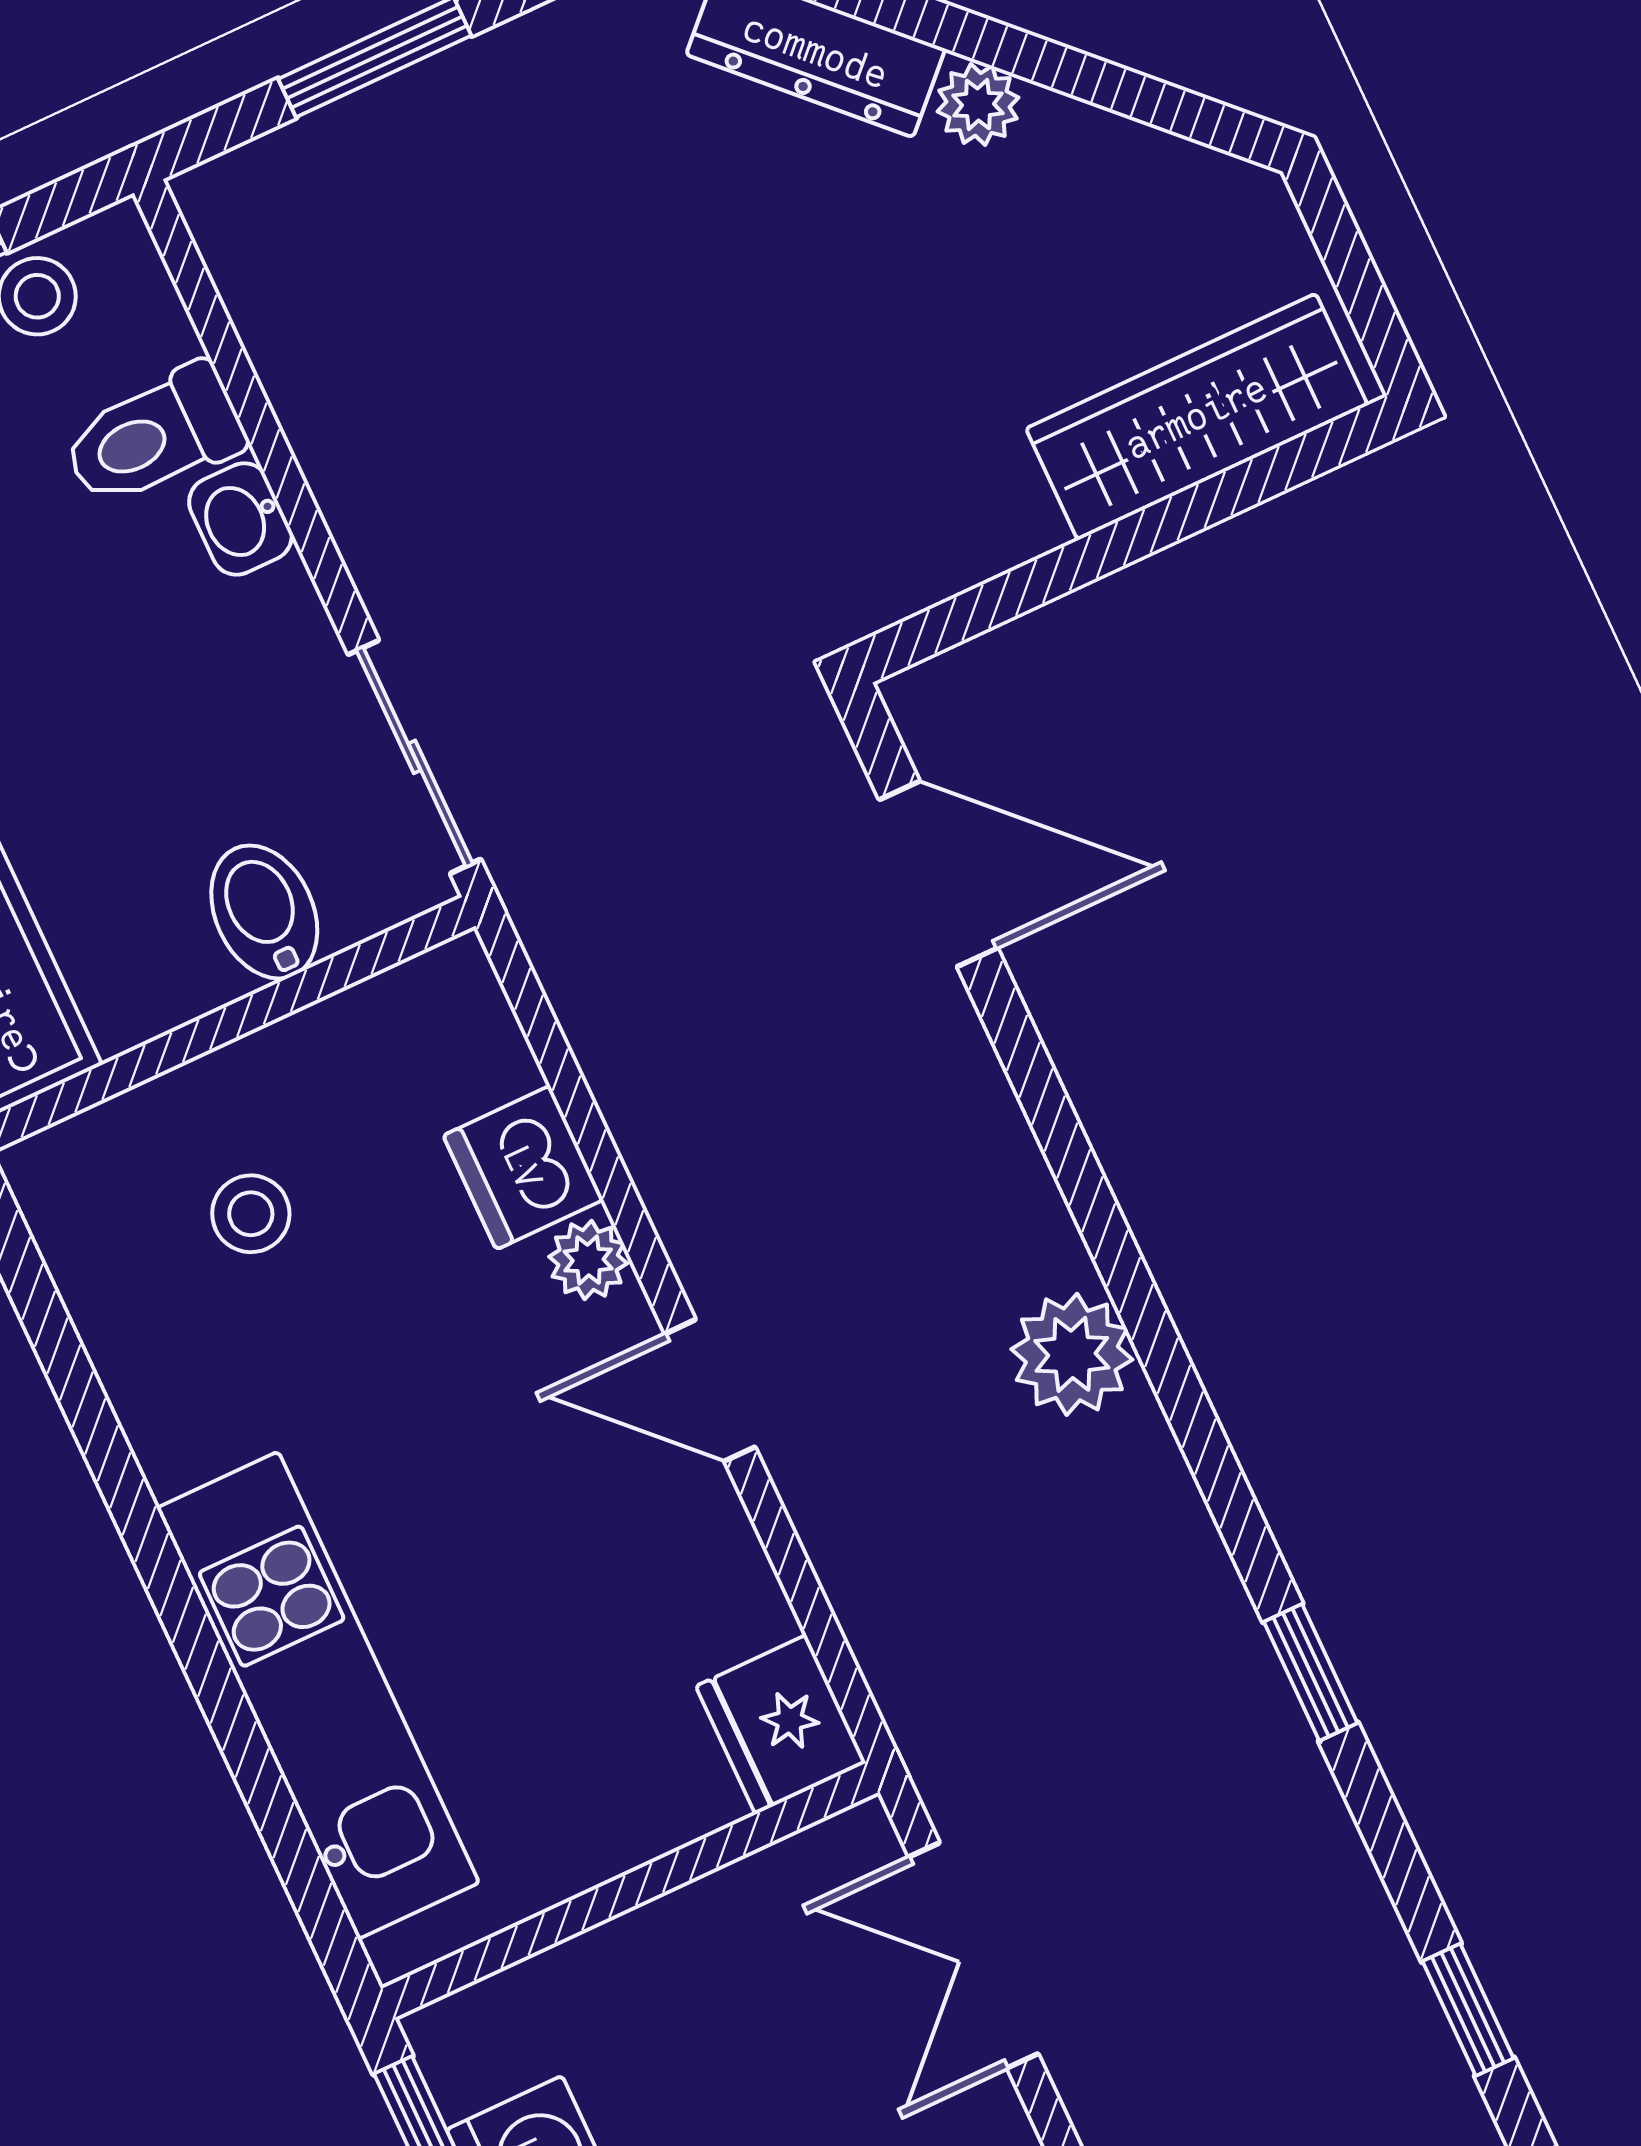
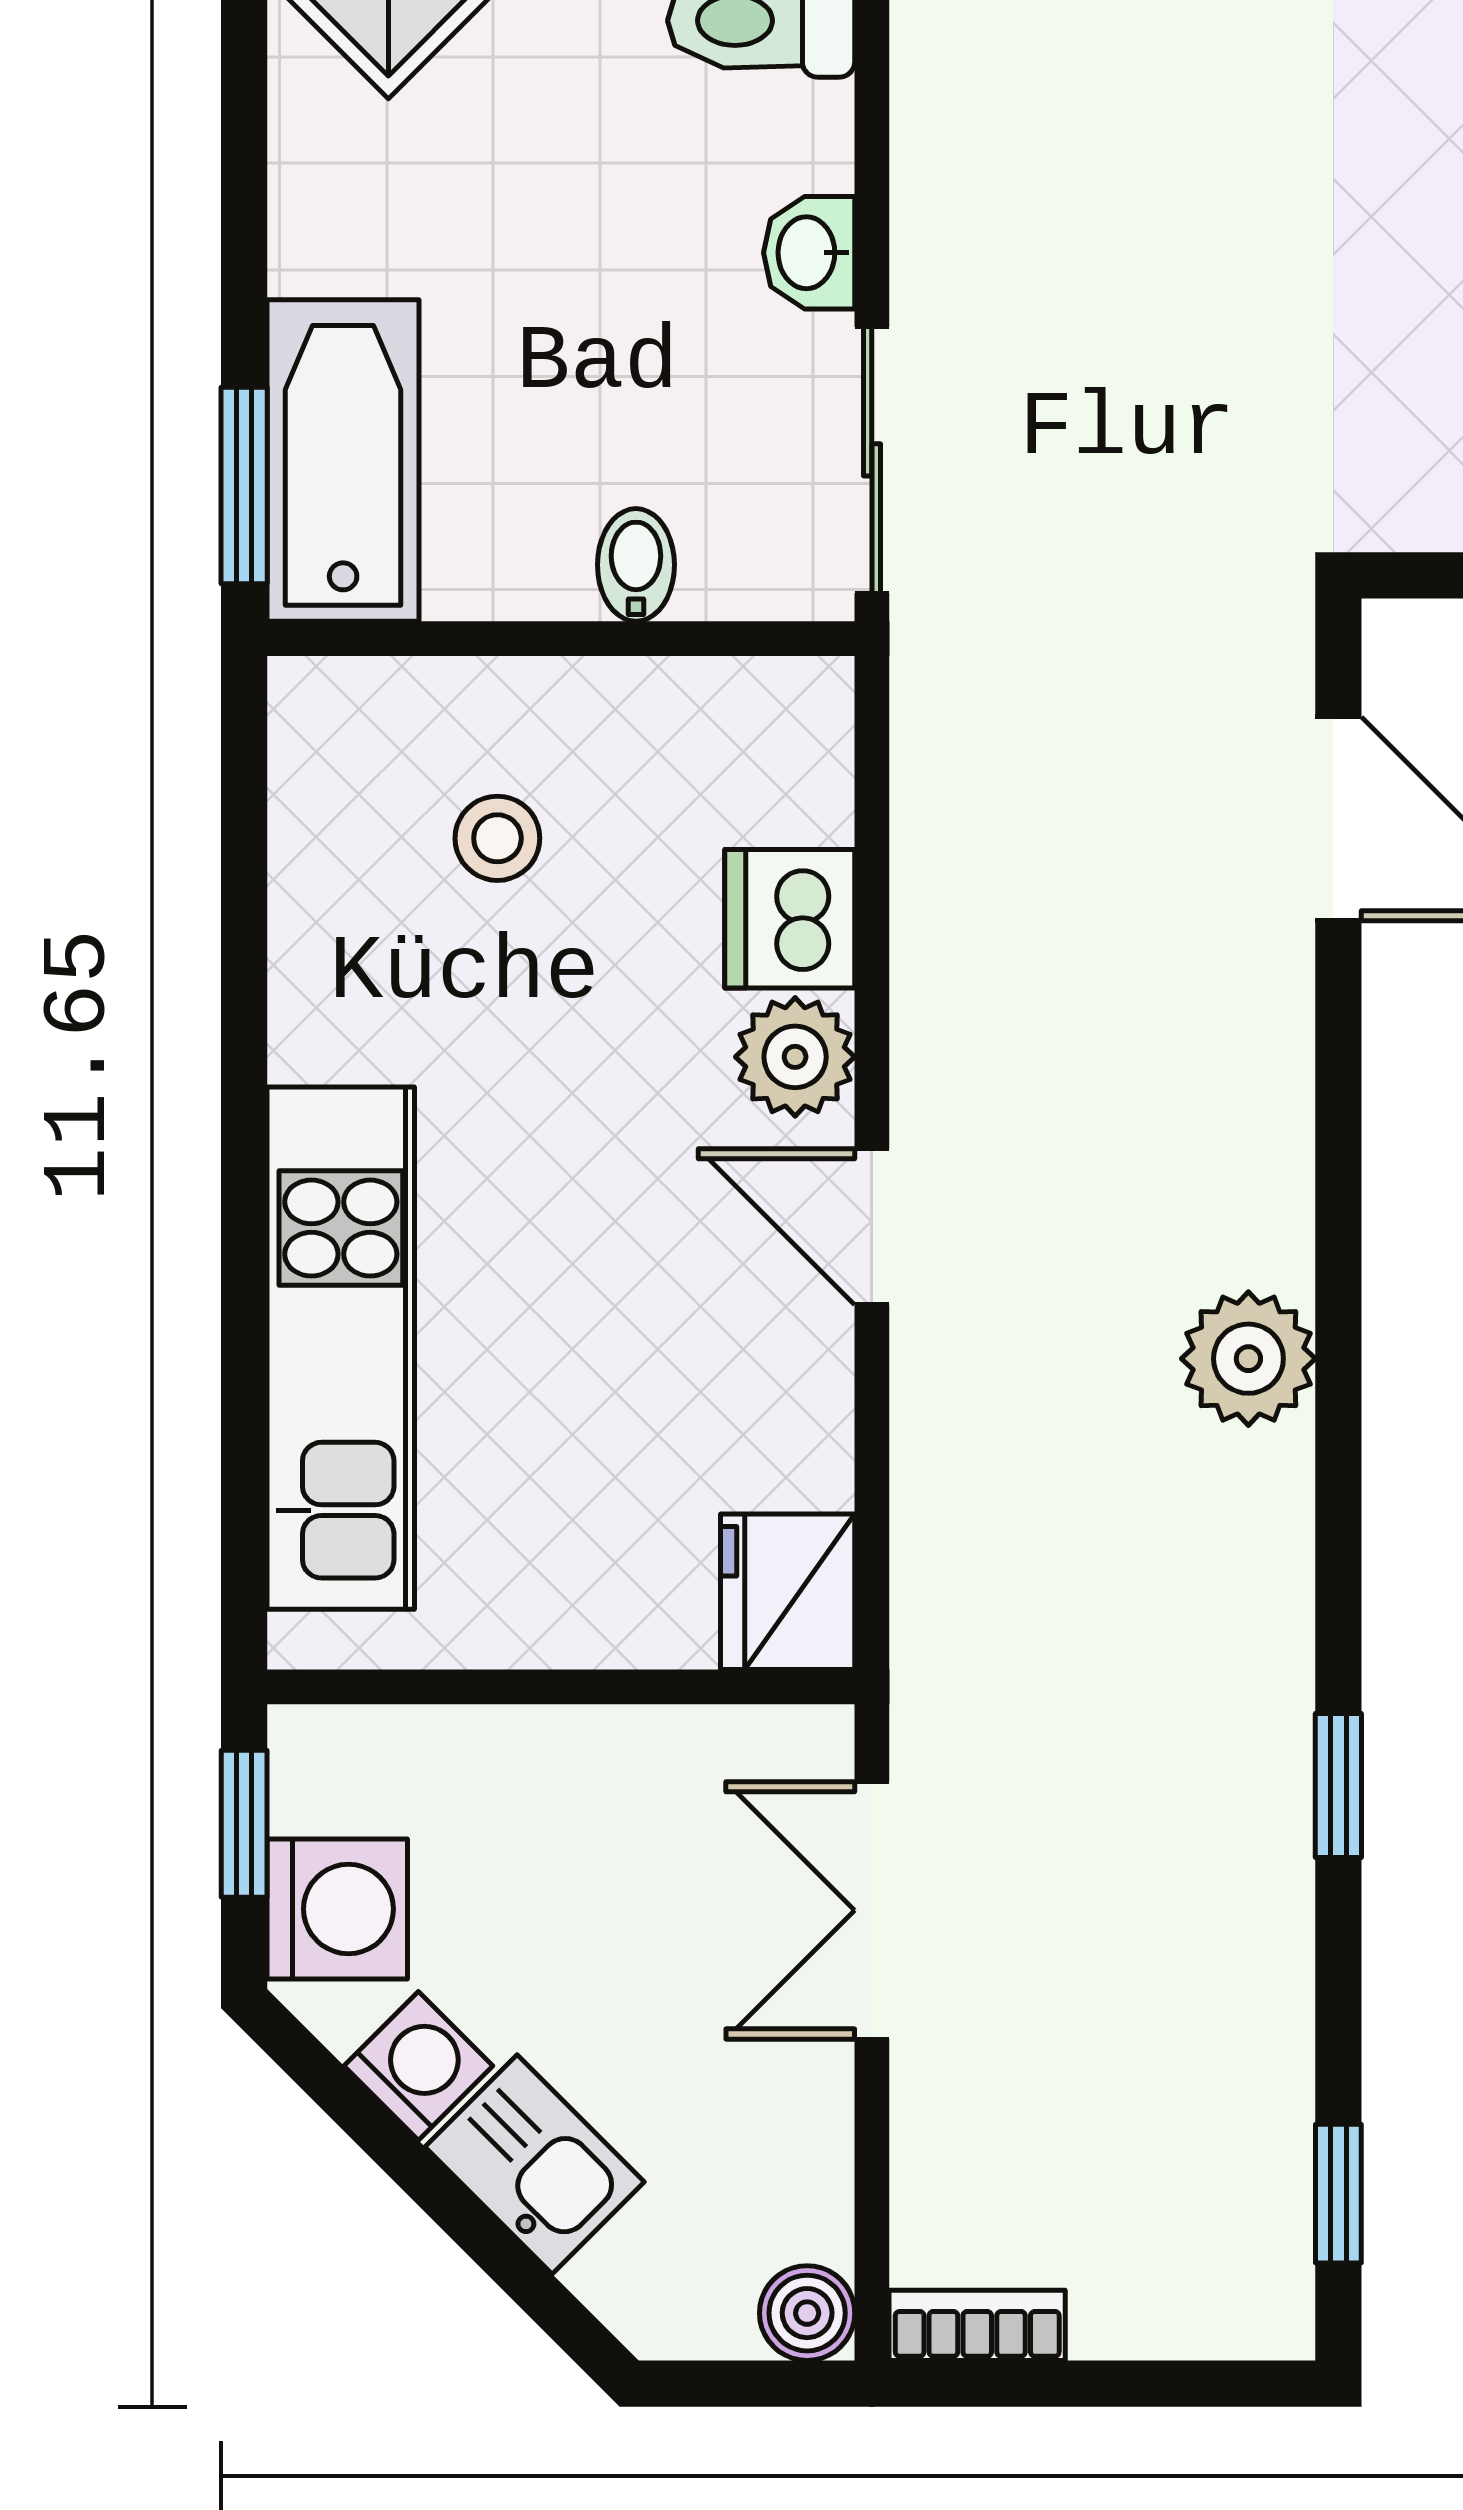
washbasin: (240, 519) -> (809, 253), moved
bidet: (264, 912) -> (636, 565), width x0.72, depth x0.74
plant: (588, 1260) -> (795, 1057), width x1.38, depth x1.38

